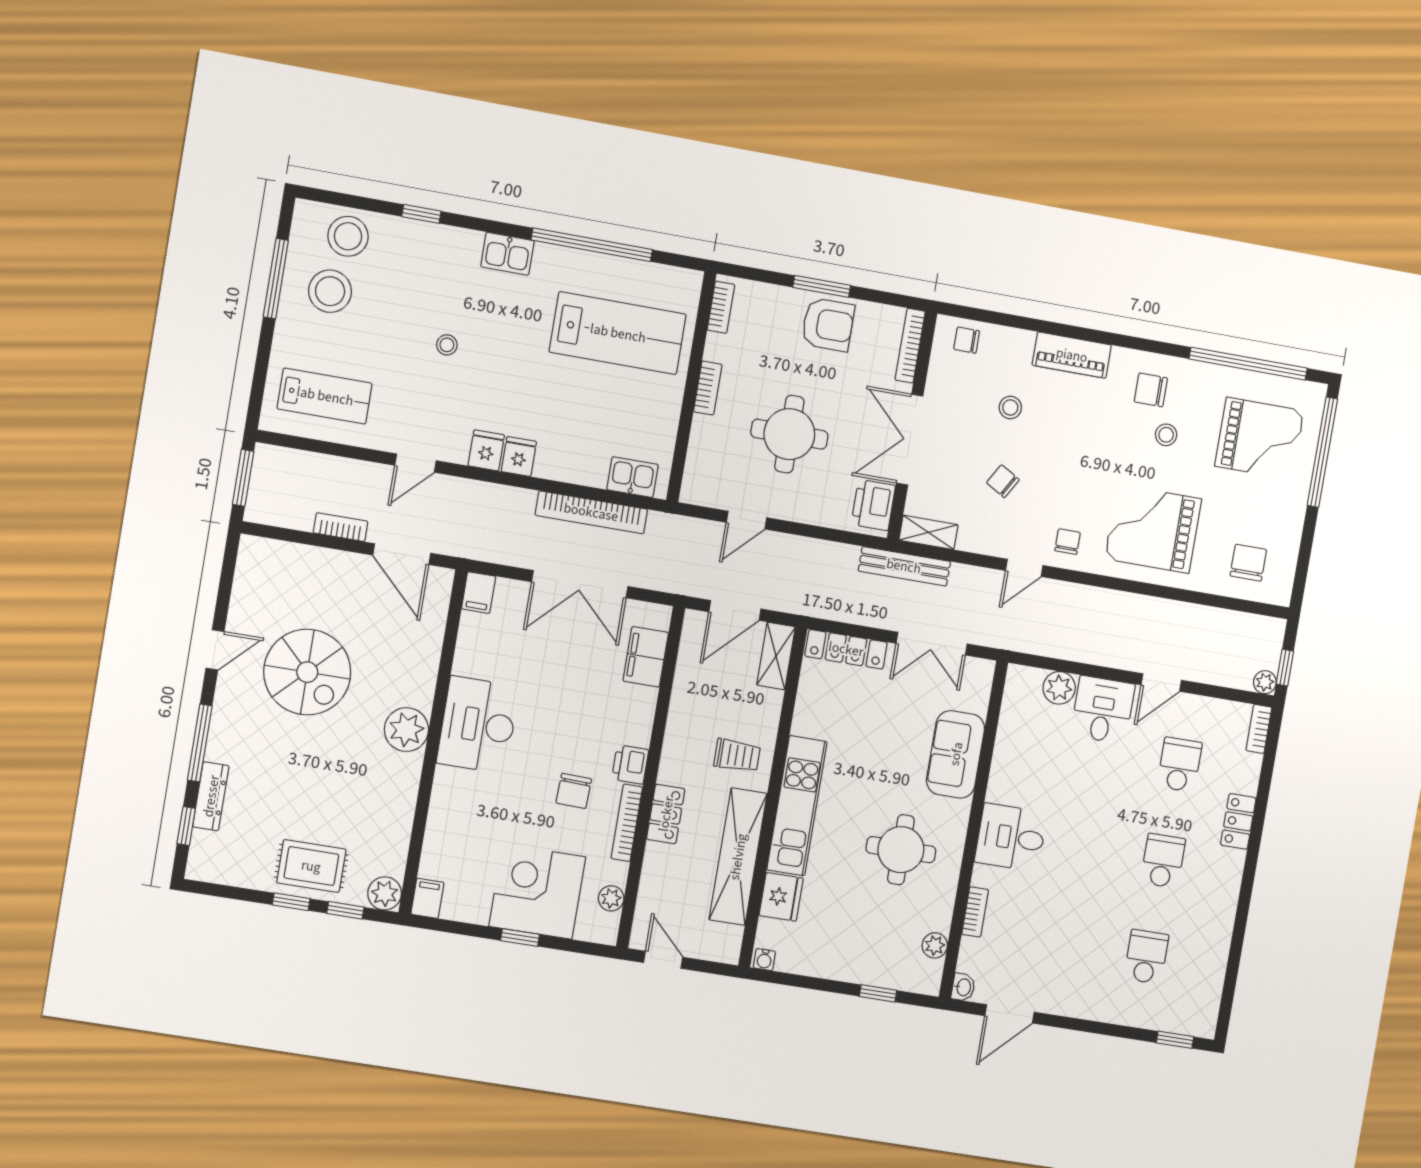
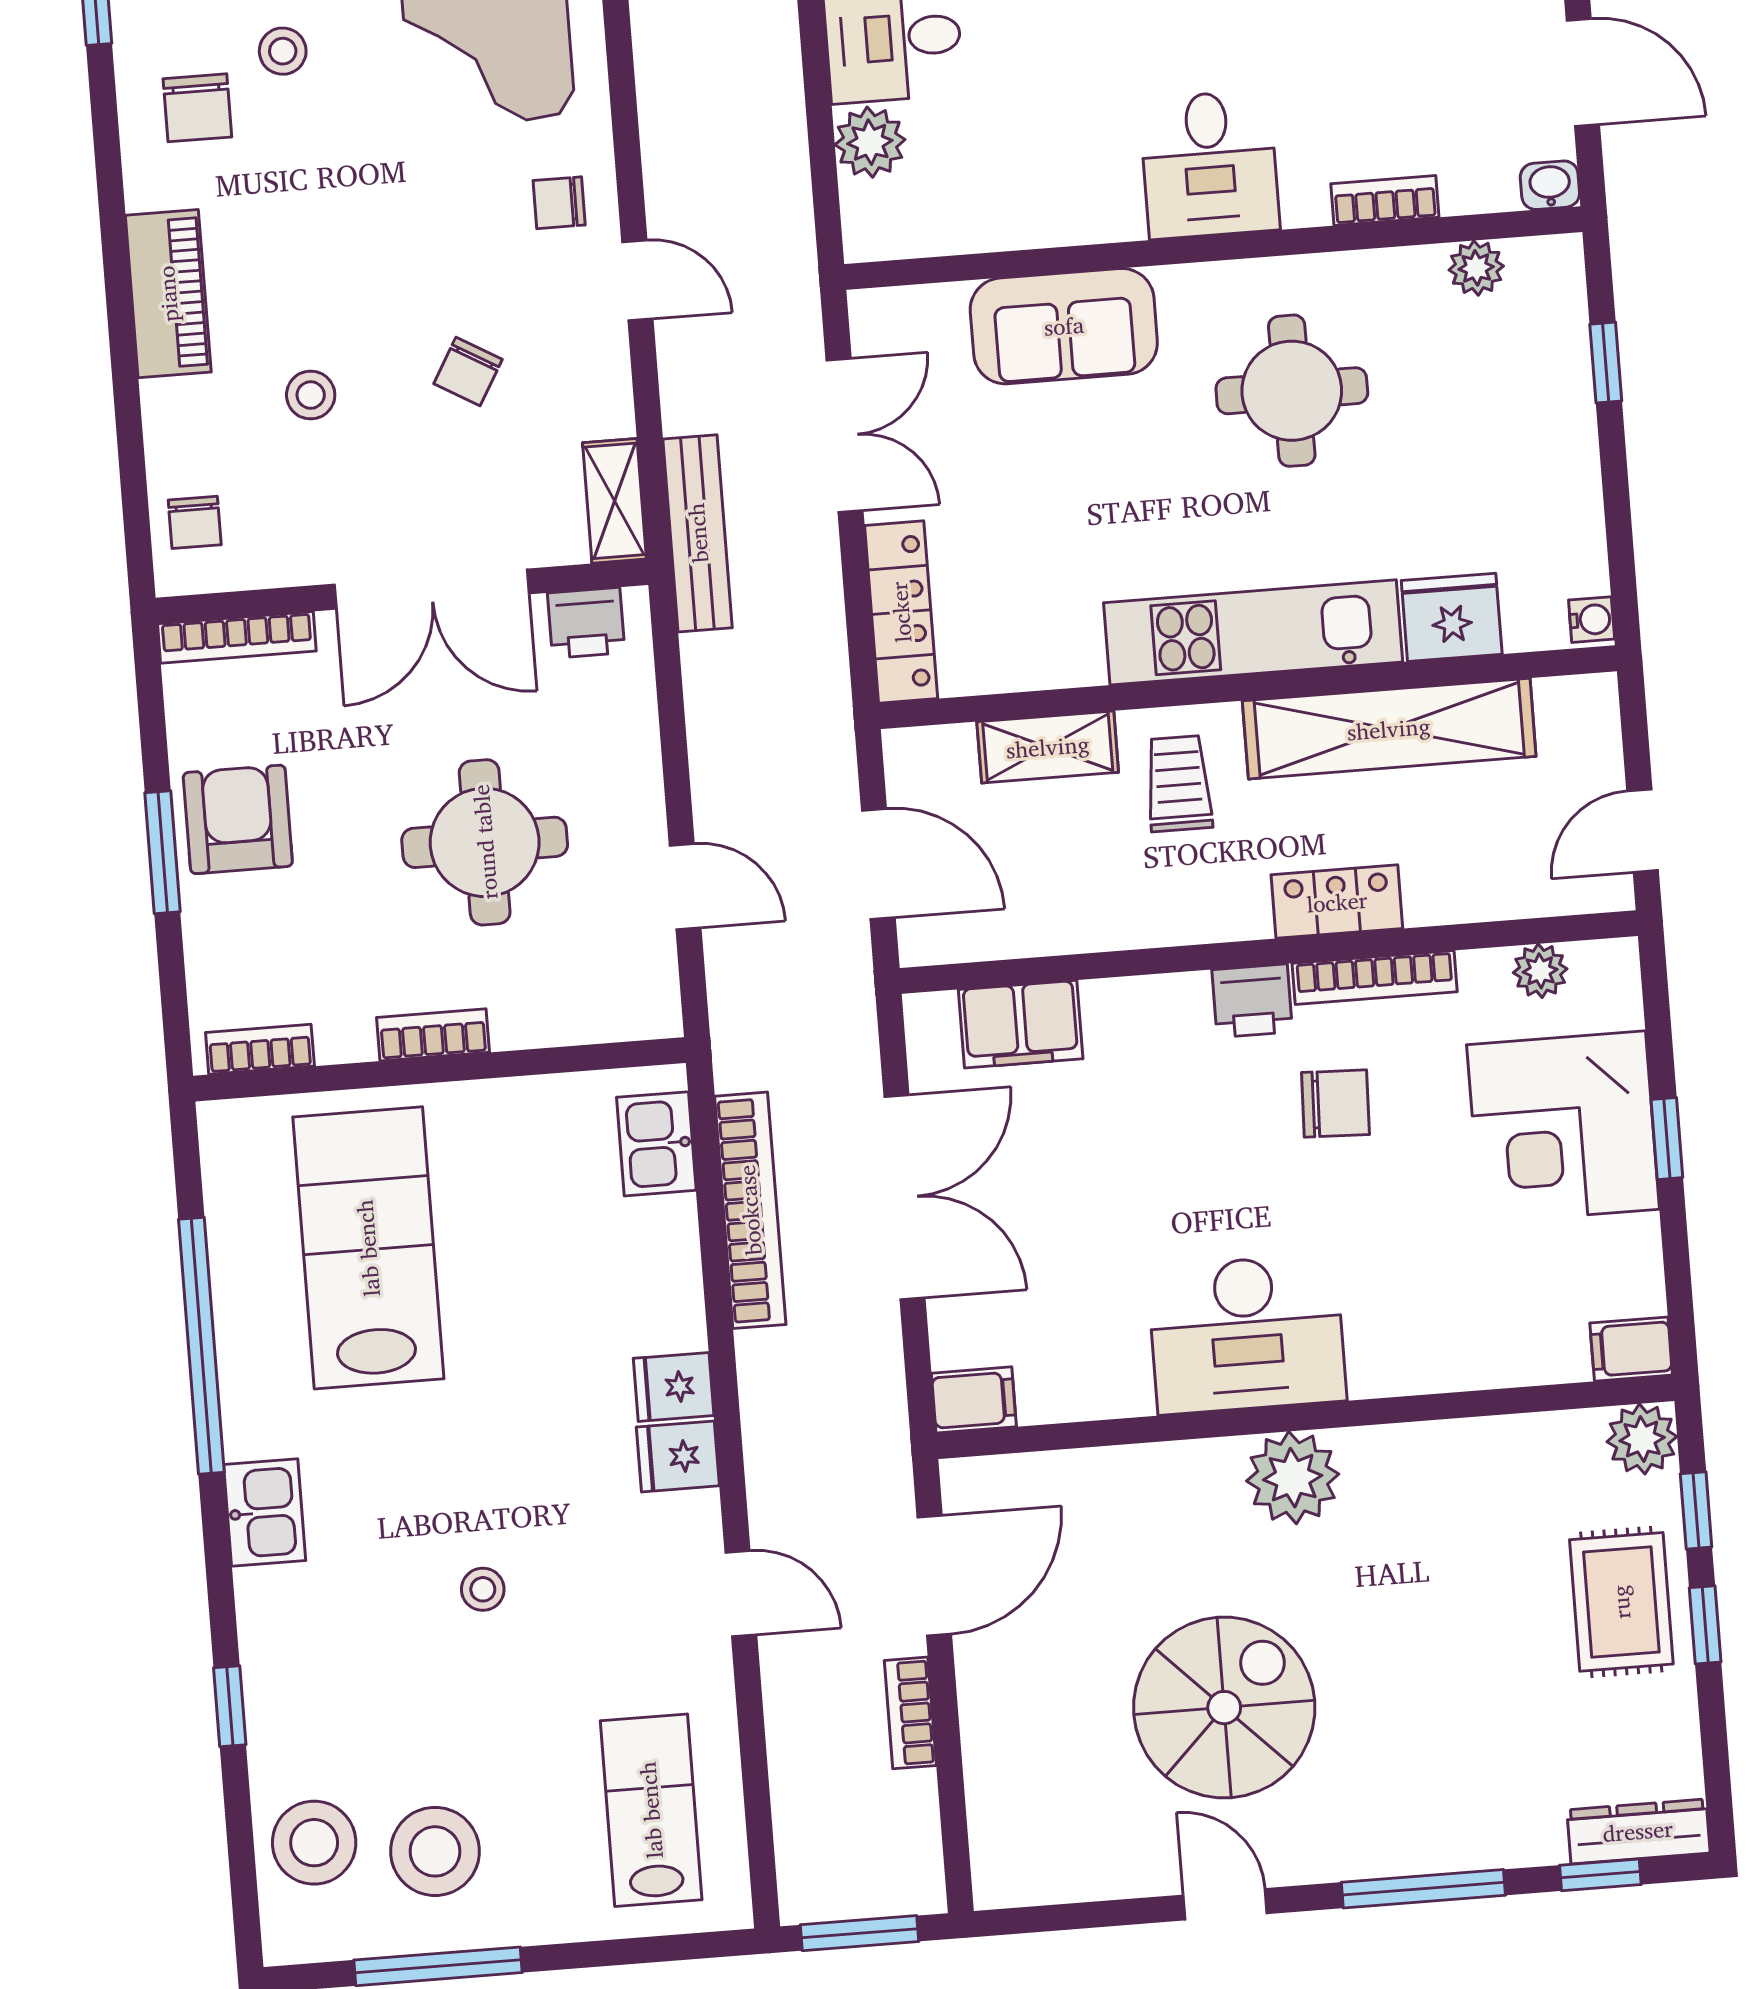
printer: (873, 505) -> (586, 623), width x0.73, depth x0.81
shelving: (776, 656) -> (1048, 747), moved
dresser: (211, 796) -> (1638, 1831), moved

